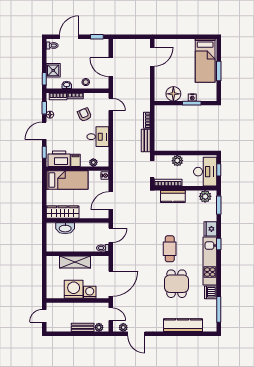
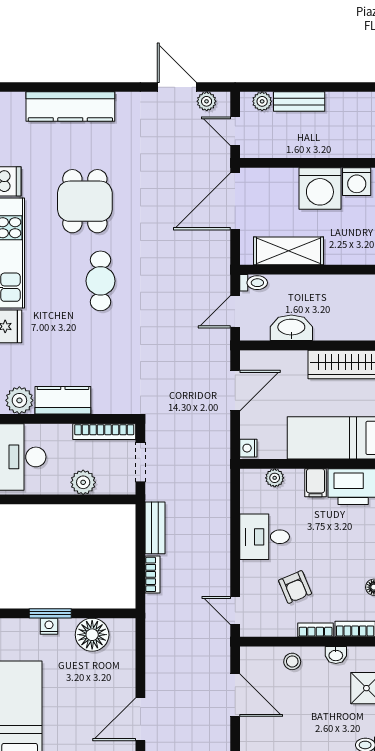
kitchen counter: (173, 196) -> (63, 400), moved
washbasin: (65, 228) -> (291, 328), moved
shelving: (75, 262) -> (288, 251), moved
washing machine: (90, 292) -> (357, 182), moved

